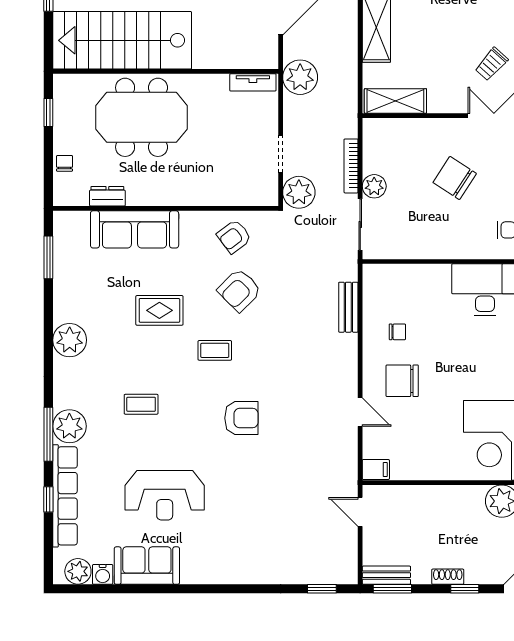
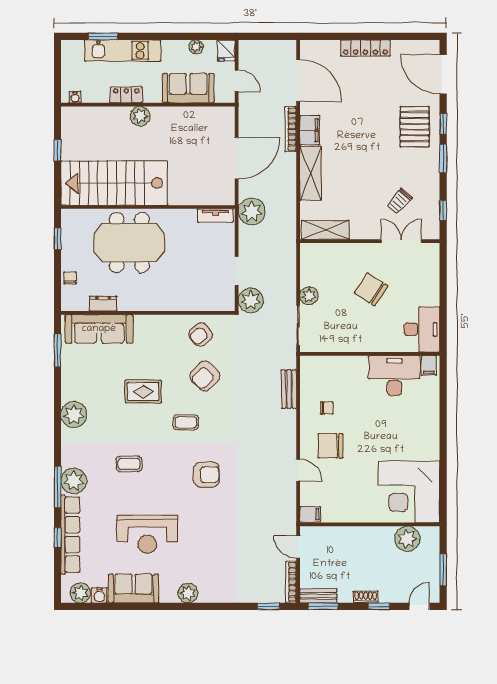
bookcase: (351, 166) -> (291, 582), moved
sofa: (135, 229) -> (99, 329), moved
plant: (217, 572) -> (188, 593), added

